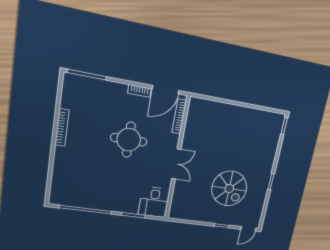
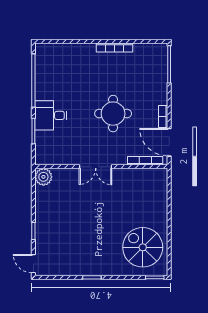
spiral stairs: (229, 188) -> (143, 247), moved, turned 90
desk: (154, 202) -> (51, 115), moved
plant: (177, 211) -> (43, 177), added

